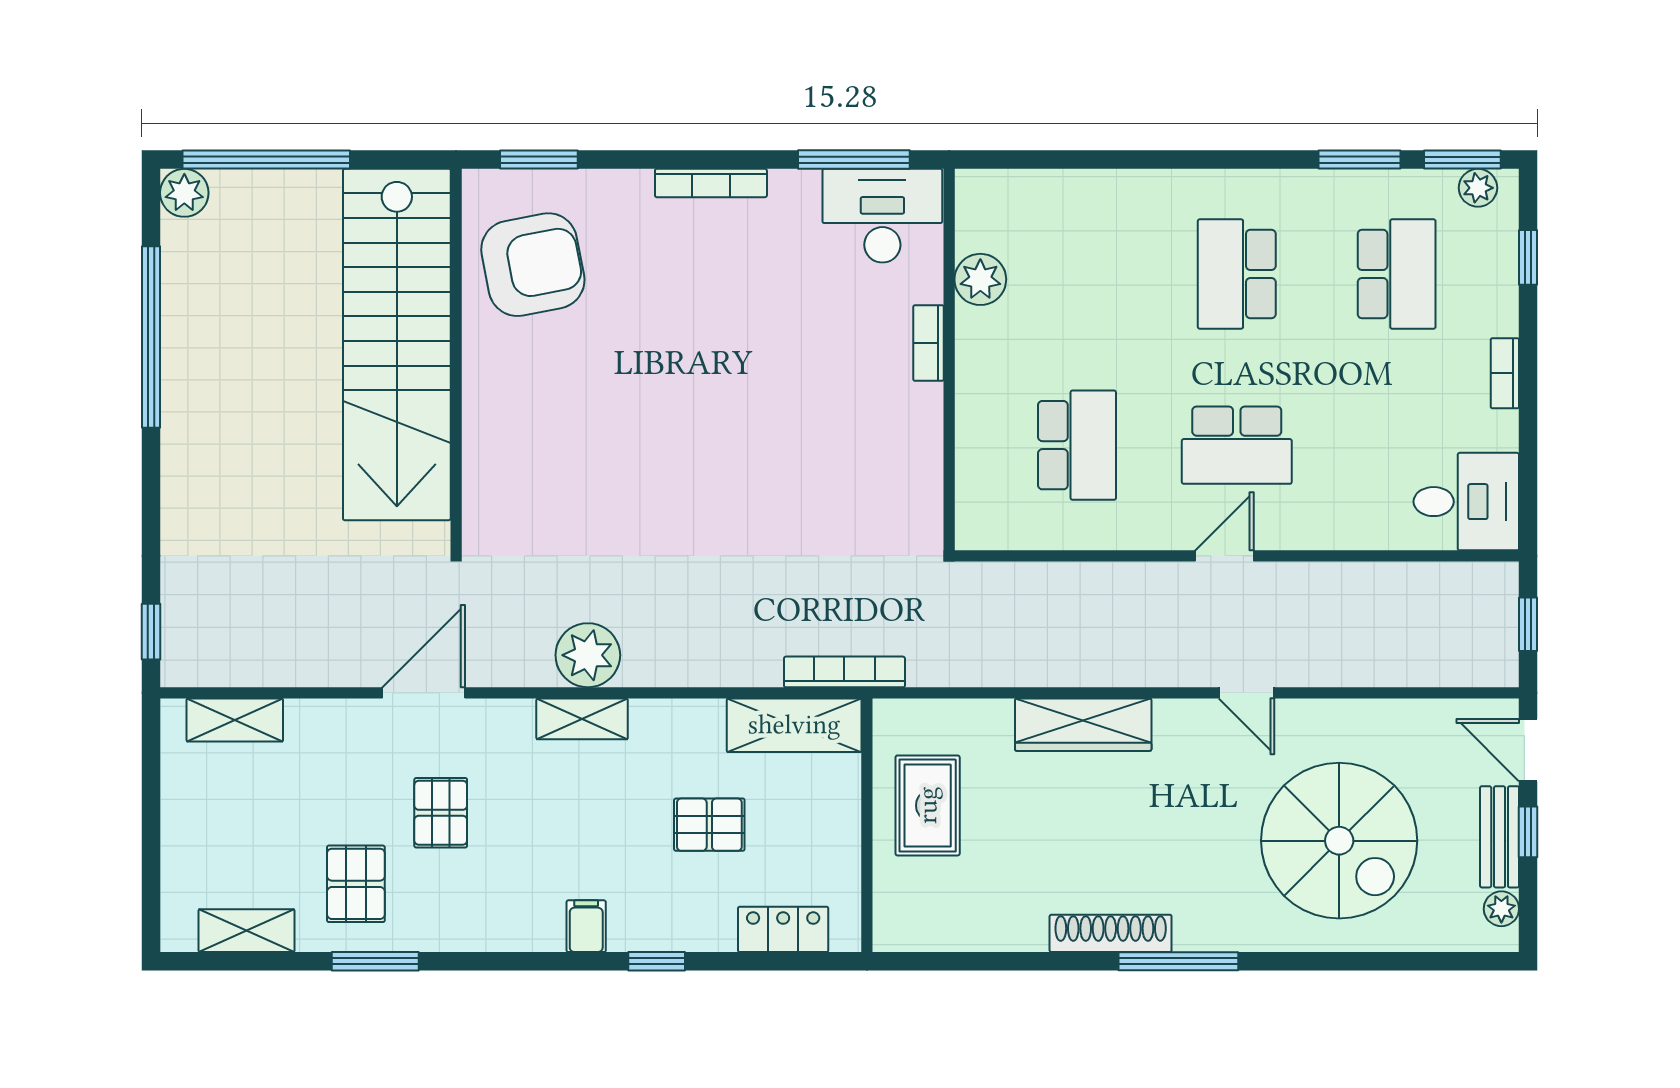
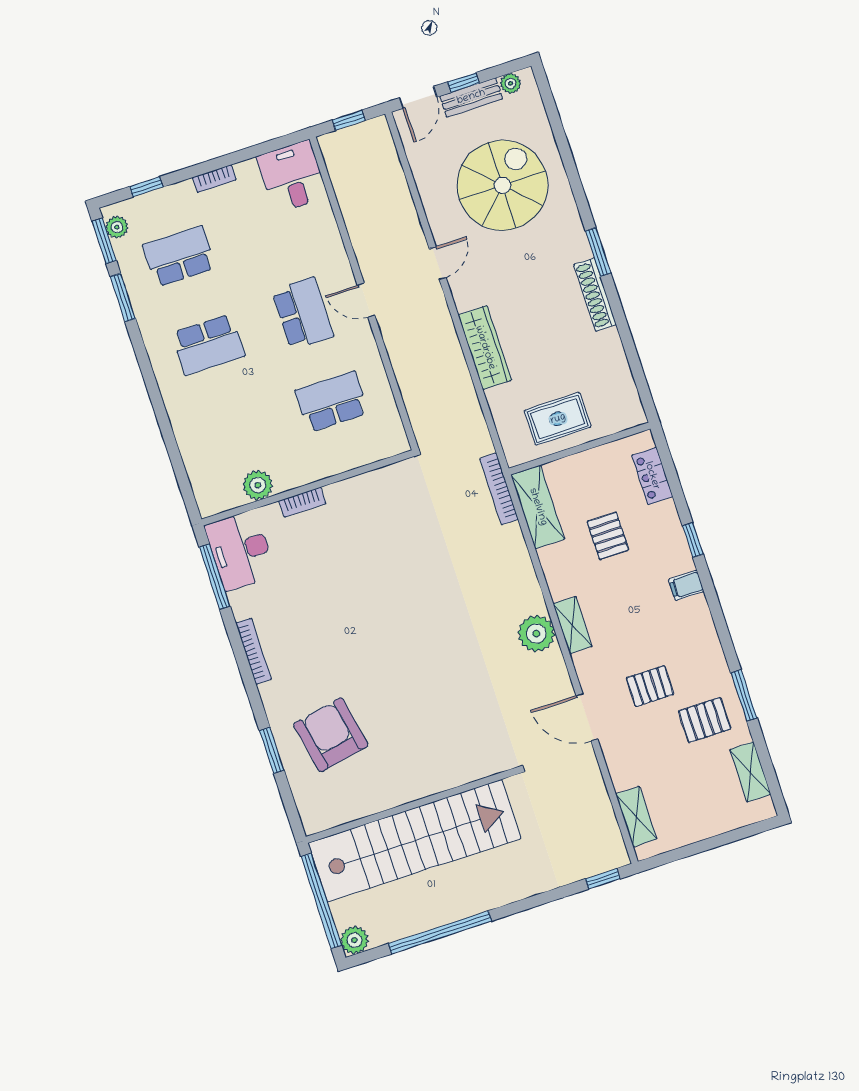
stairs: (397, 345) -> (414, 841), moved
wall: (456, 360) -> (412, 805), moved
window: (1178, 961) -> (598, 252), width x0.69

